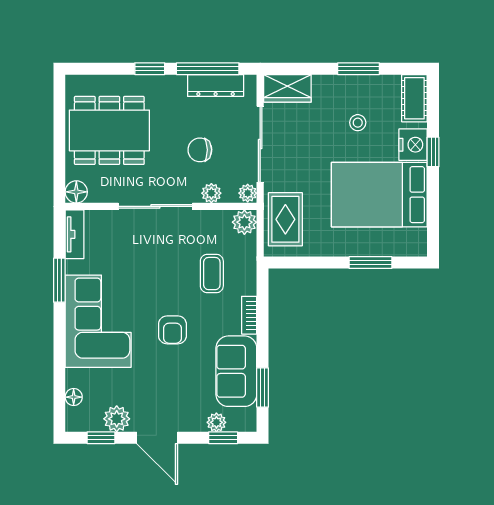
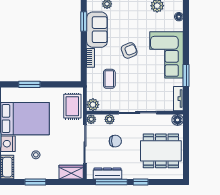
armchair: (172, 330) -> (129, 50), turned 68

